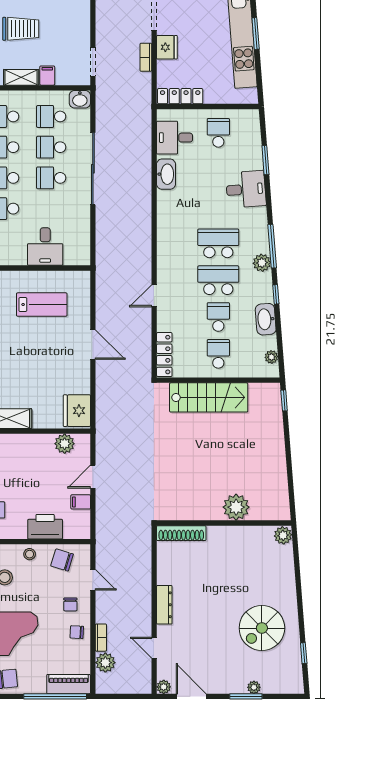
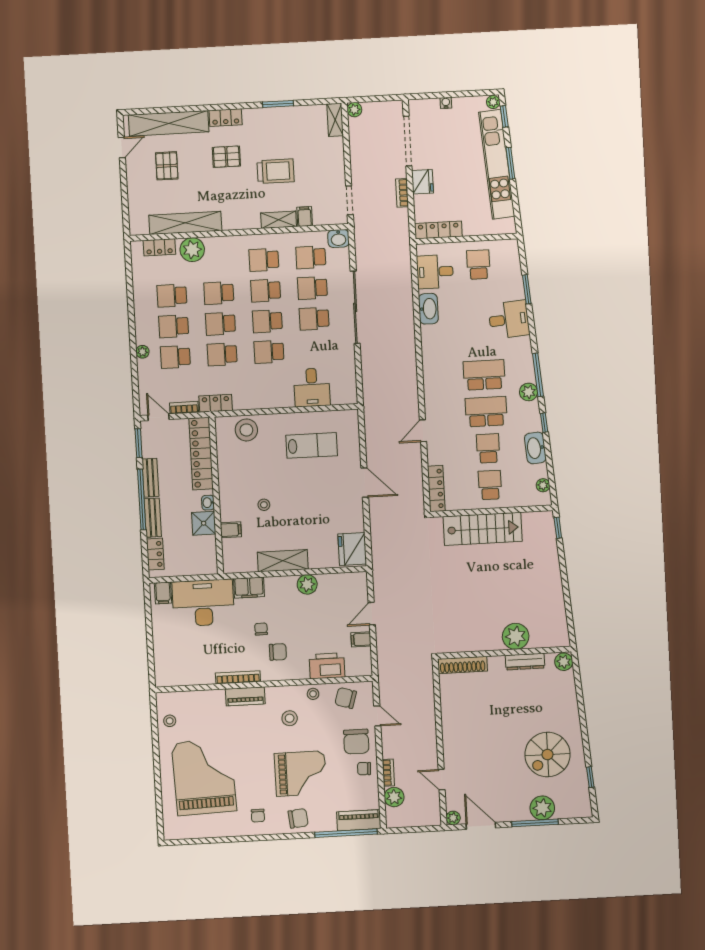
plant: (65, 444) -> (307, 584), moved
chair: (70, 604) -> (356, 742), width x1.87, depth x1.87
dresser: (164, 605) -> (525, 662), moved, turned 90
plant: (254, 687) -> (542, 808), width x1.88, depth x1.88
window: (246, 696) -> (535, 823), width x1.44

